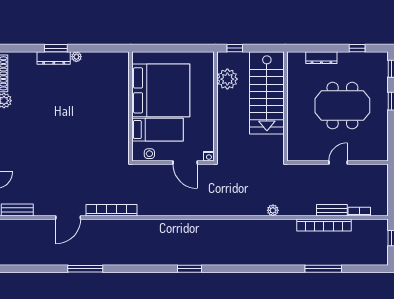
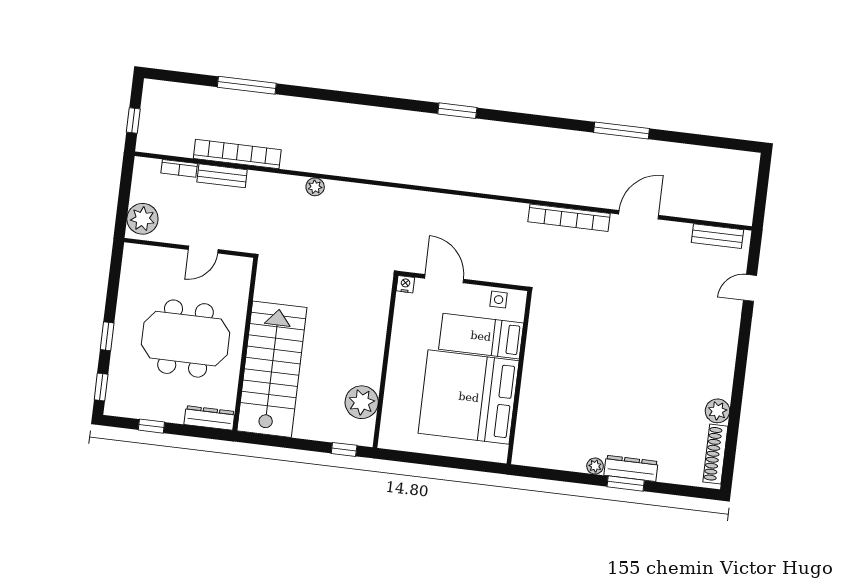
stairs: (267, 93) -> (272, 369), moved
wall: (285, 106) -> (245, 344), moved
plant: (378, 177) -> (142, 219), added

